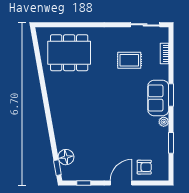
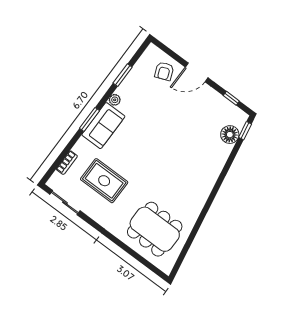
rug: (129, 60) -> (104, 181), width x1.36, depth x1.43
armchair: (144, 167) -> (164, 71), turned -112

